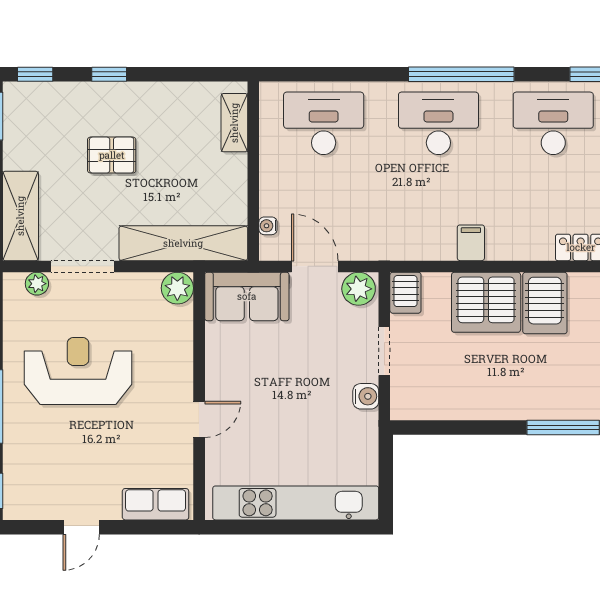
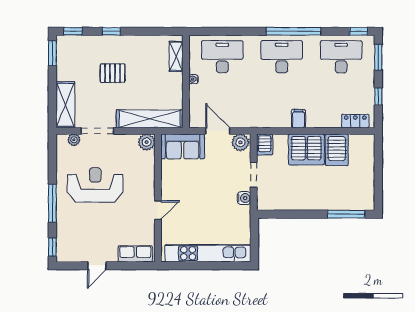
water cooler: (268, 226) -> (193, 79), moved

